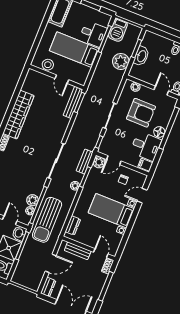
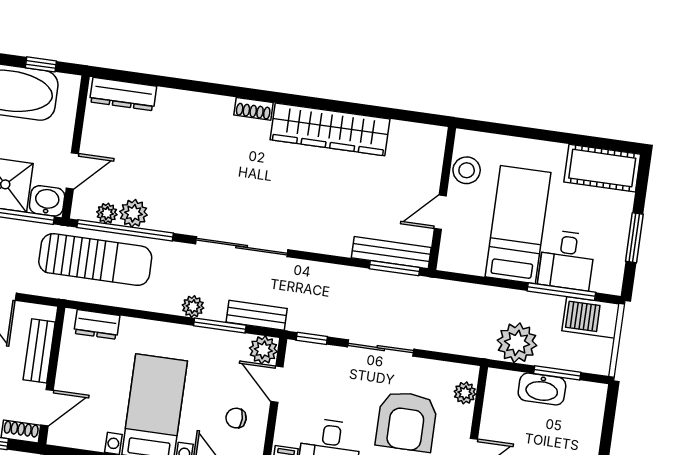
sun lounger: (47, 220) -> (95, 260), turned 180

